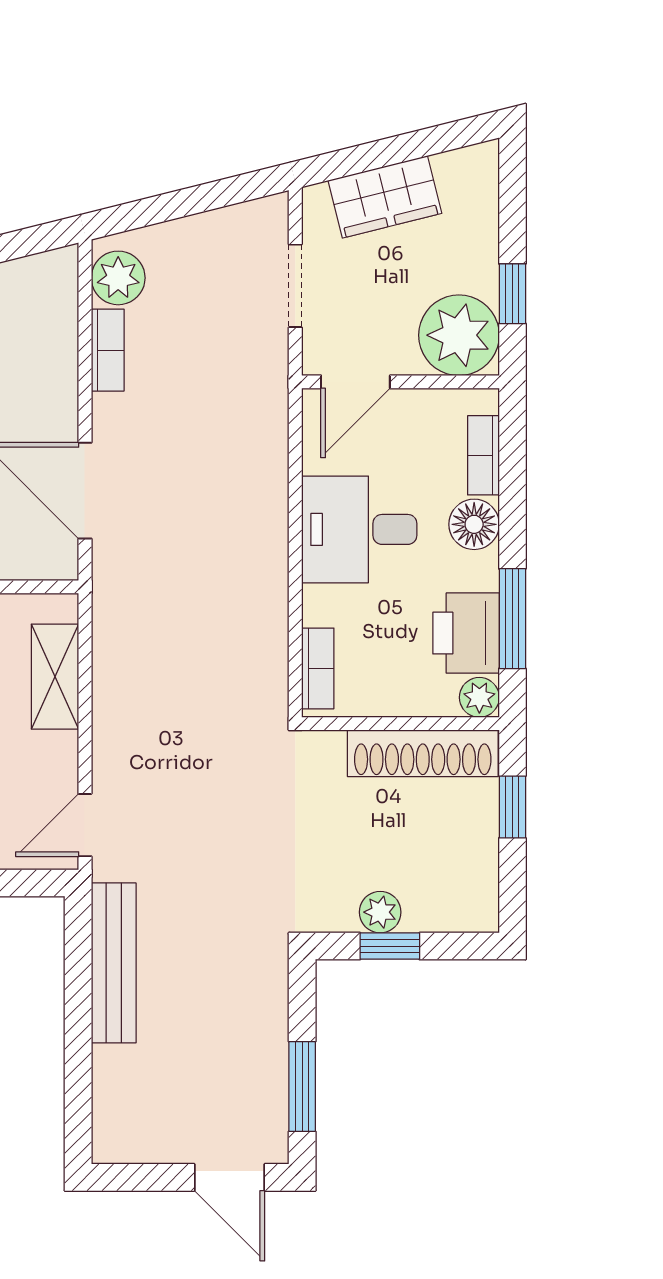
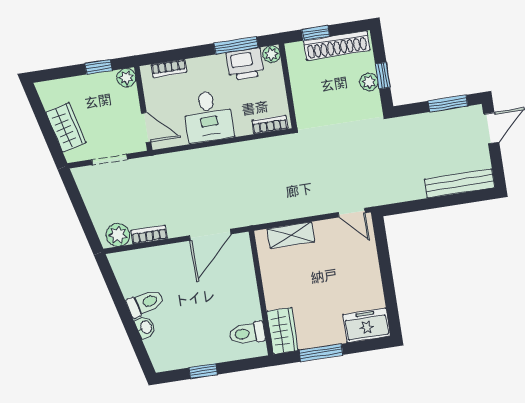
plant: (459, 335) -> (126, 78), width x0.53, depth x0.53
floor lamp: (474, 524) -> (199, 68), removed
shoe rack: (423, 753) -> (337, 45), moved, turned 90
bench: (114, 963) -> (460, 183), moved

